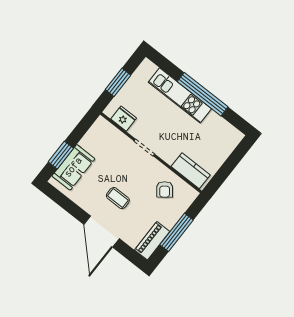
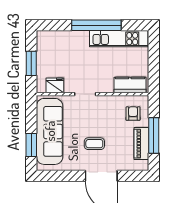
kitchen unit: (180, 95) -> (119, 39), moved
sofa: (73, 167) -> (50, 131), width x1.85, depth x1.27
armchair: (165, 189) -> (133, 114), moved, turned -142
piano: (152, 241) -> (141, 144), moved

